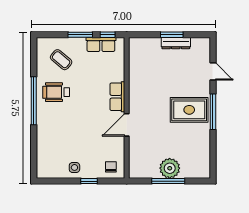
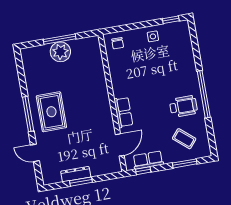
window: (80, 35) -> (185, 163), moved
rug: (189, 110) -> (51, 112), turned 90
door: (127, 125) -> (120, 145), moved
window: (89, 181) -> (171, 20), moved

